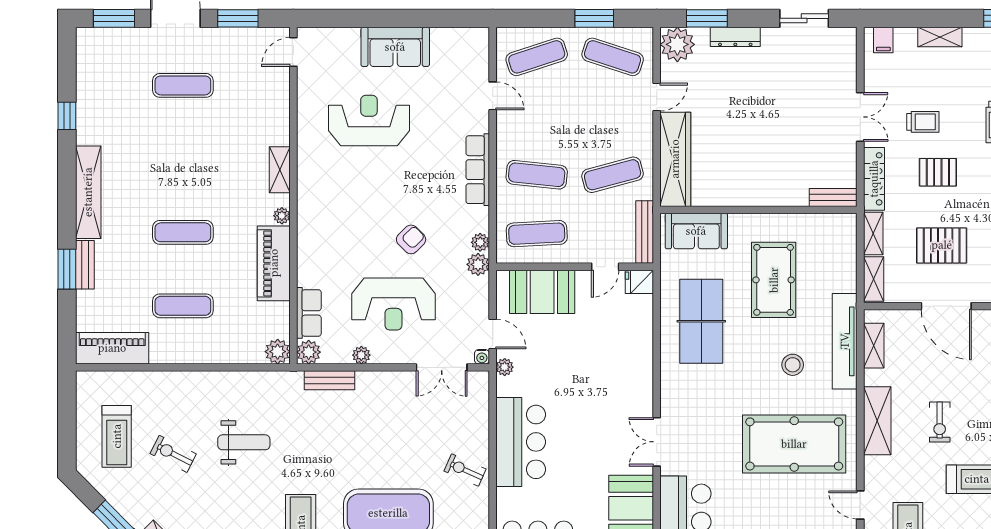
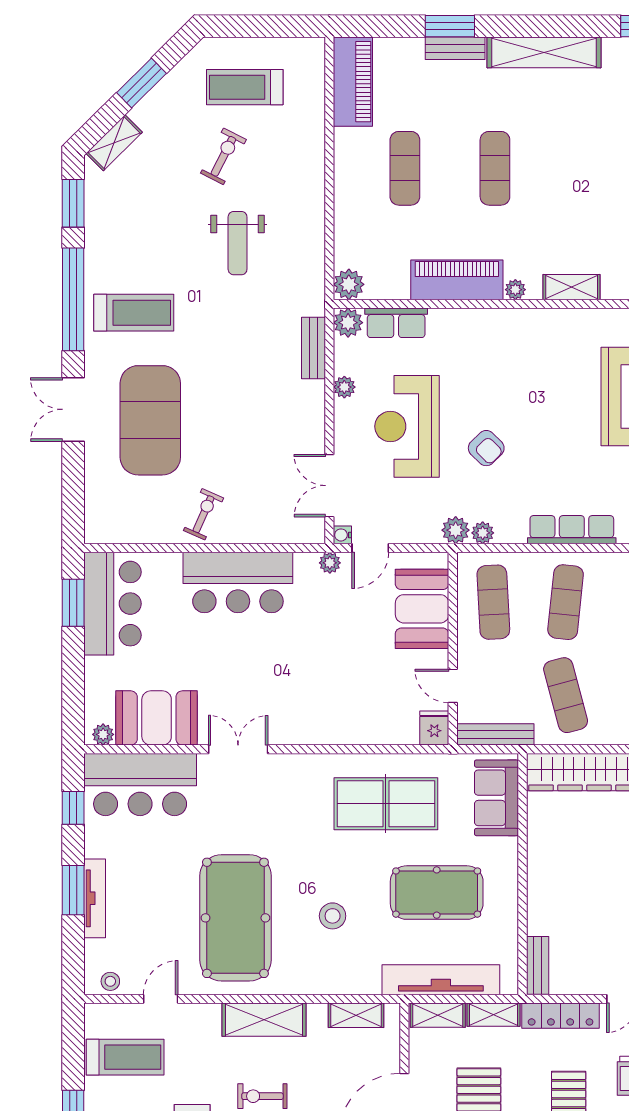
tv unit: (845, 341) -> (441, 980), moved

